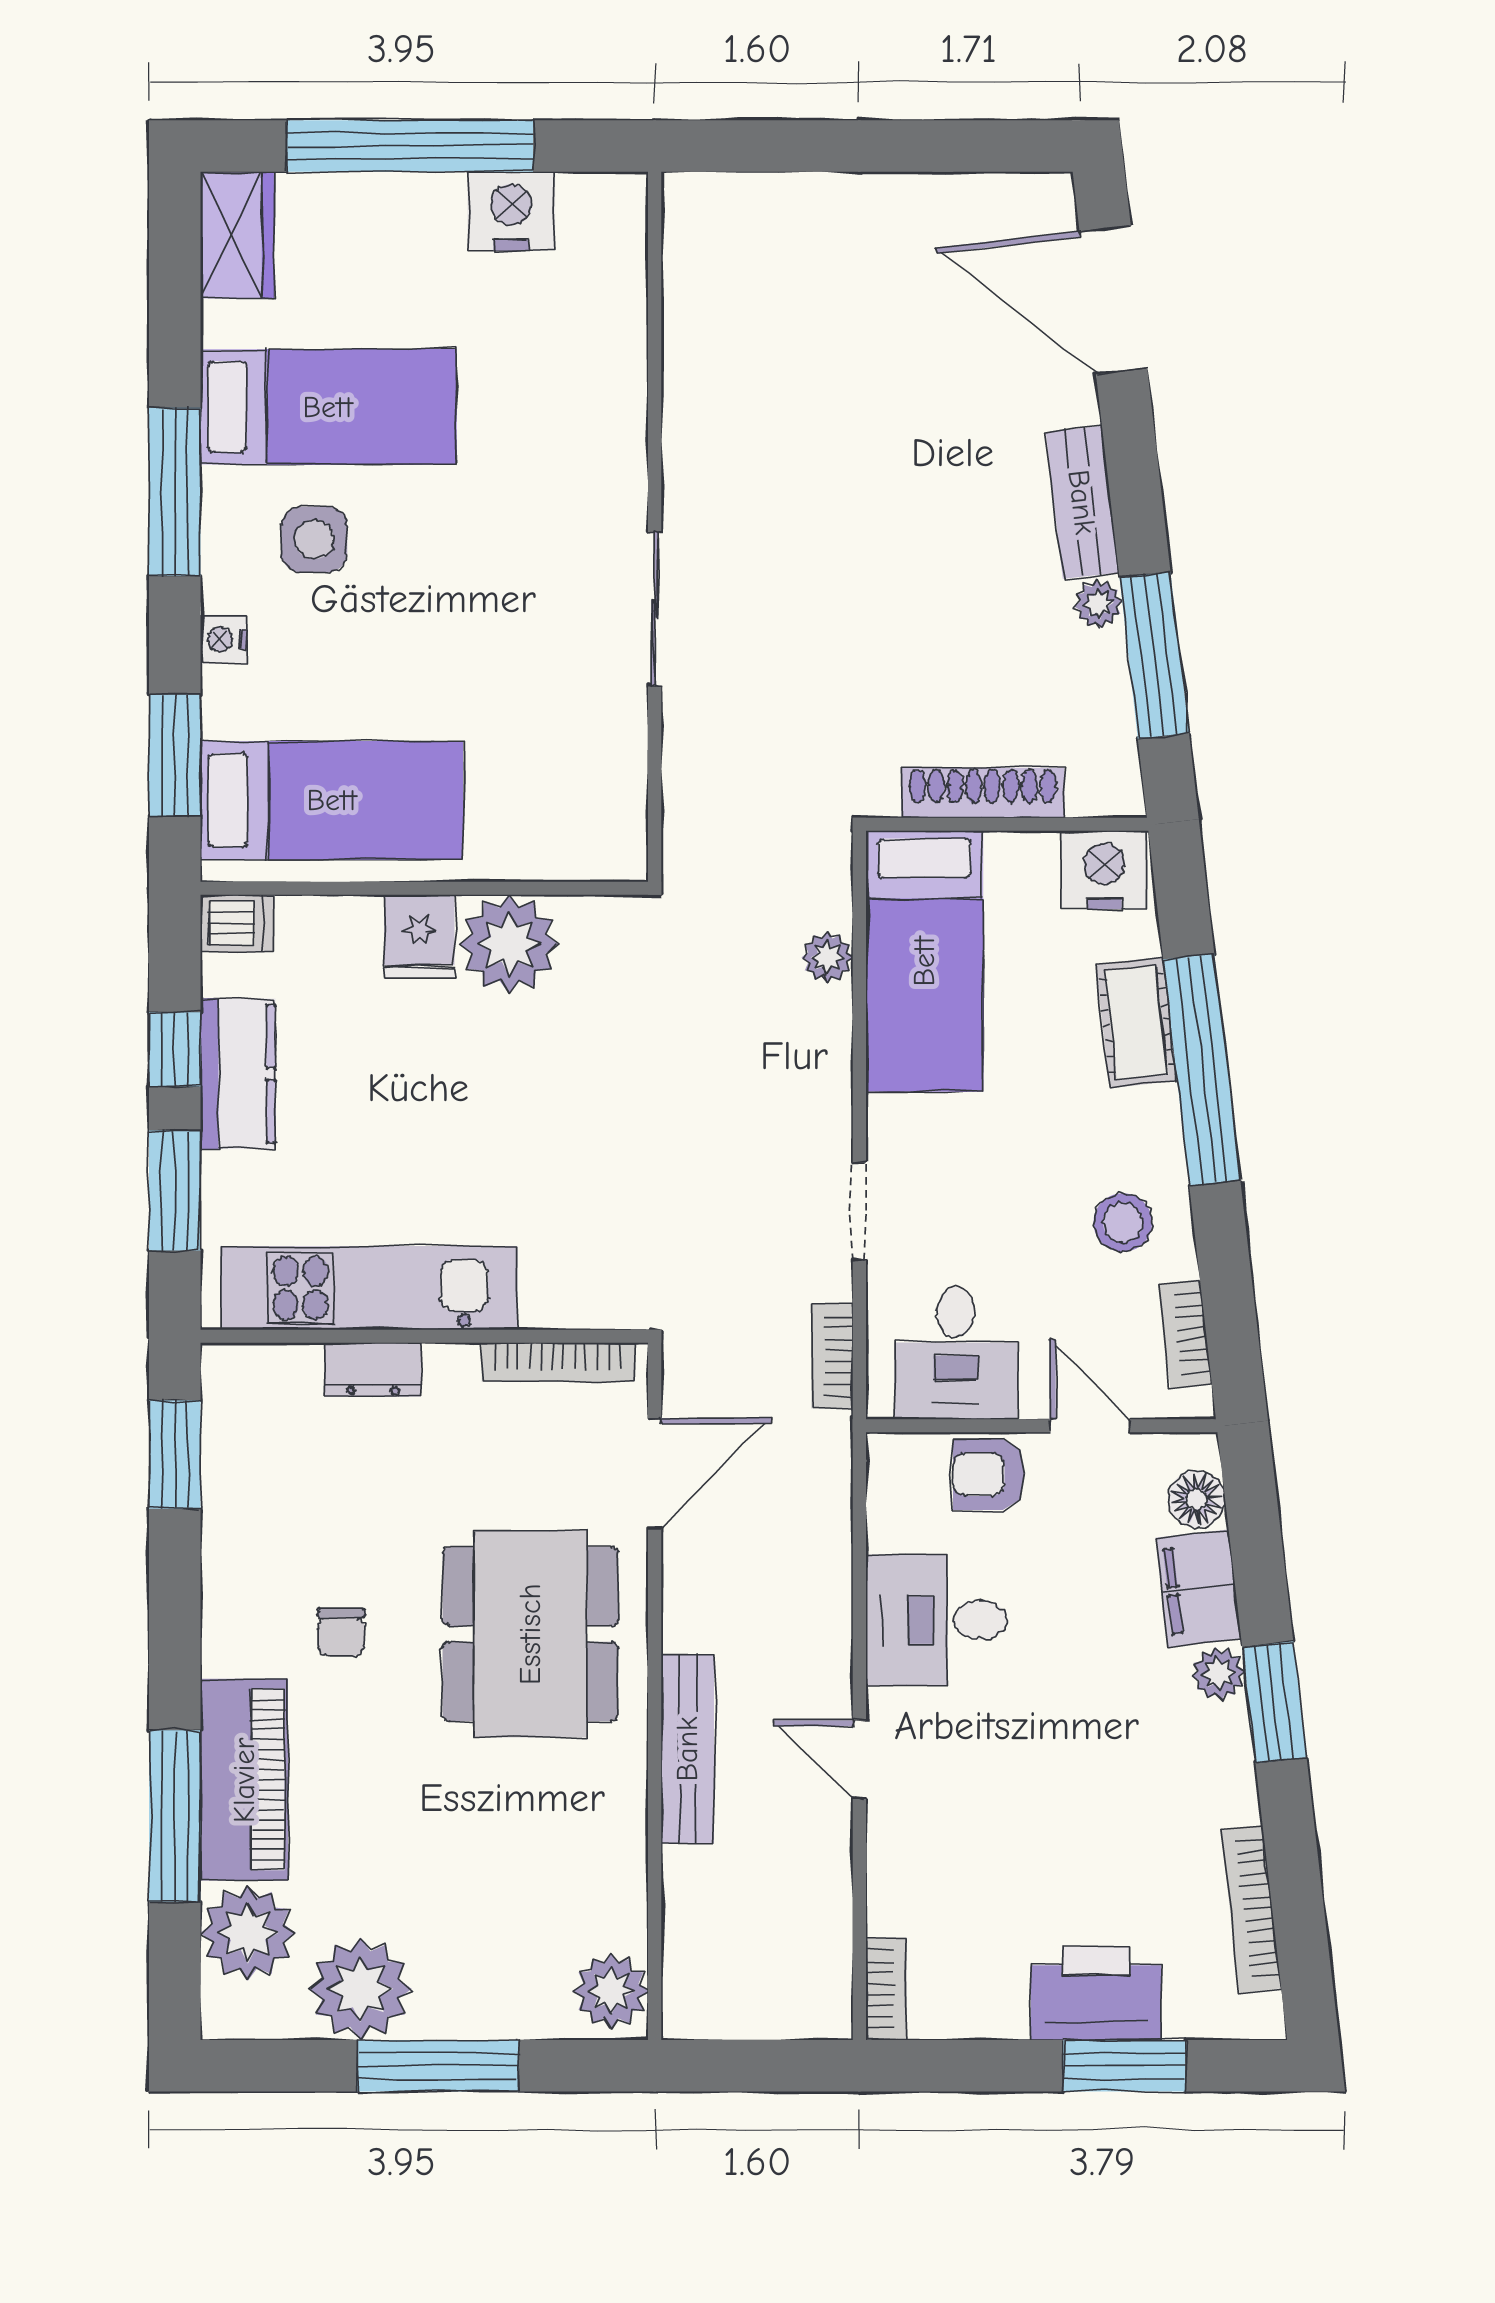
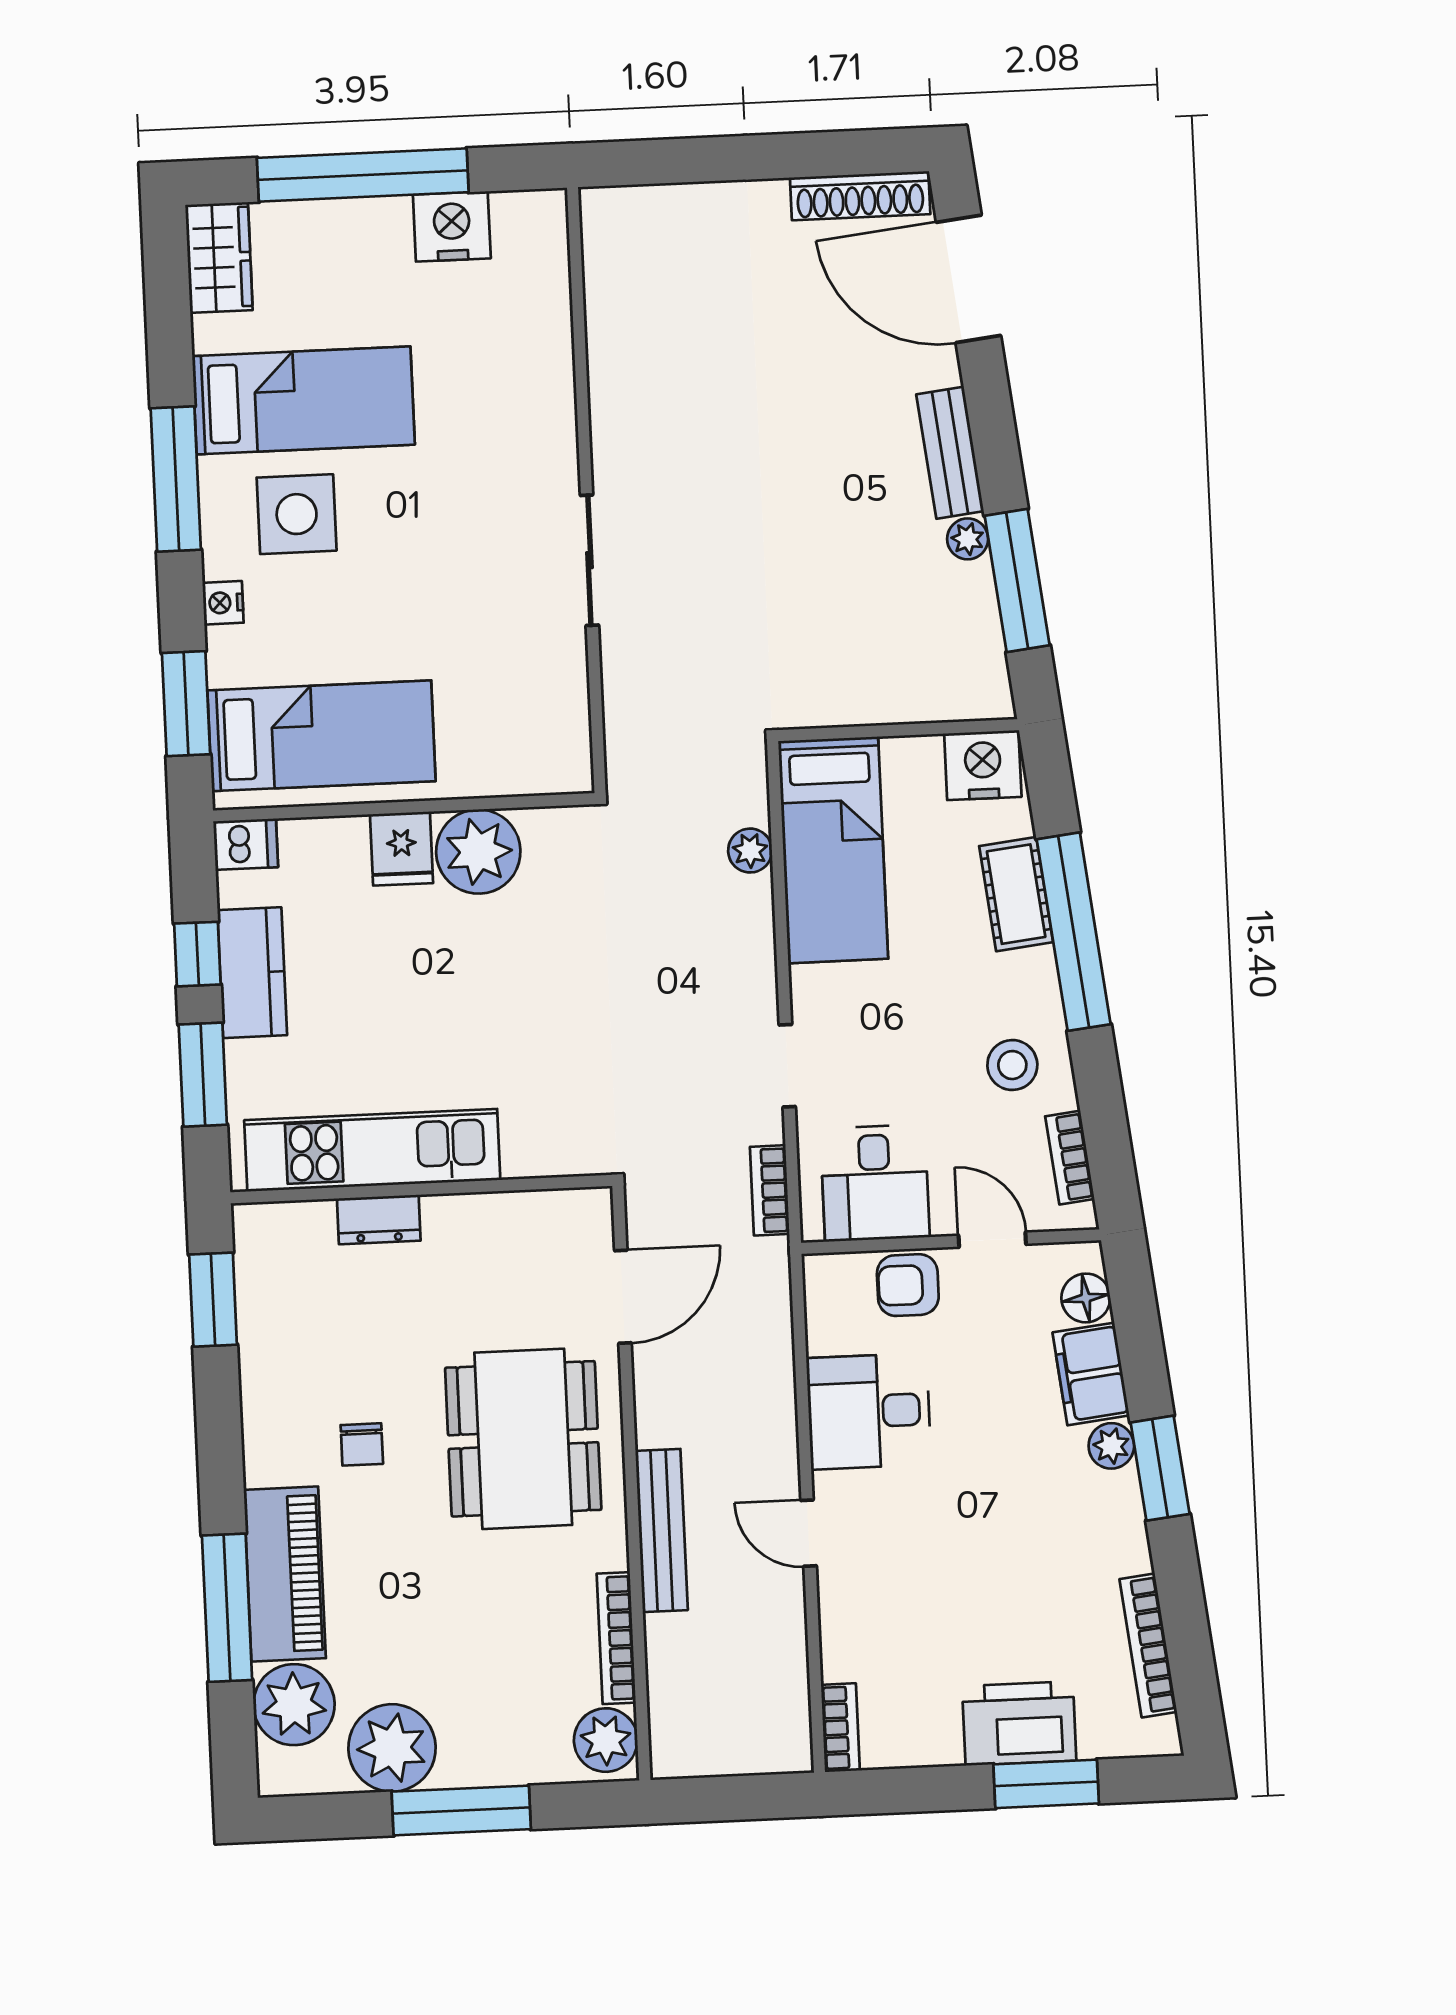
side table: (314, 539) -> (297, 514), width x1.37, depth x1.37
shoe rack: (983, 793) -> (860, 196), moved, turned 180
bookcase: (558, 1362) -> (616, 1638), moved, turned 90

